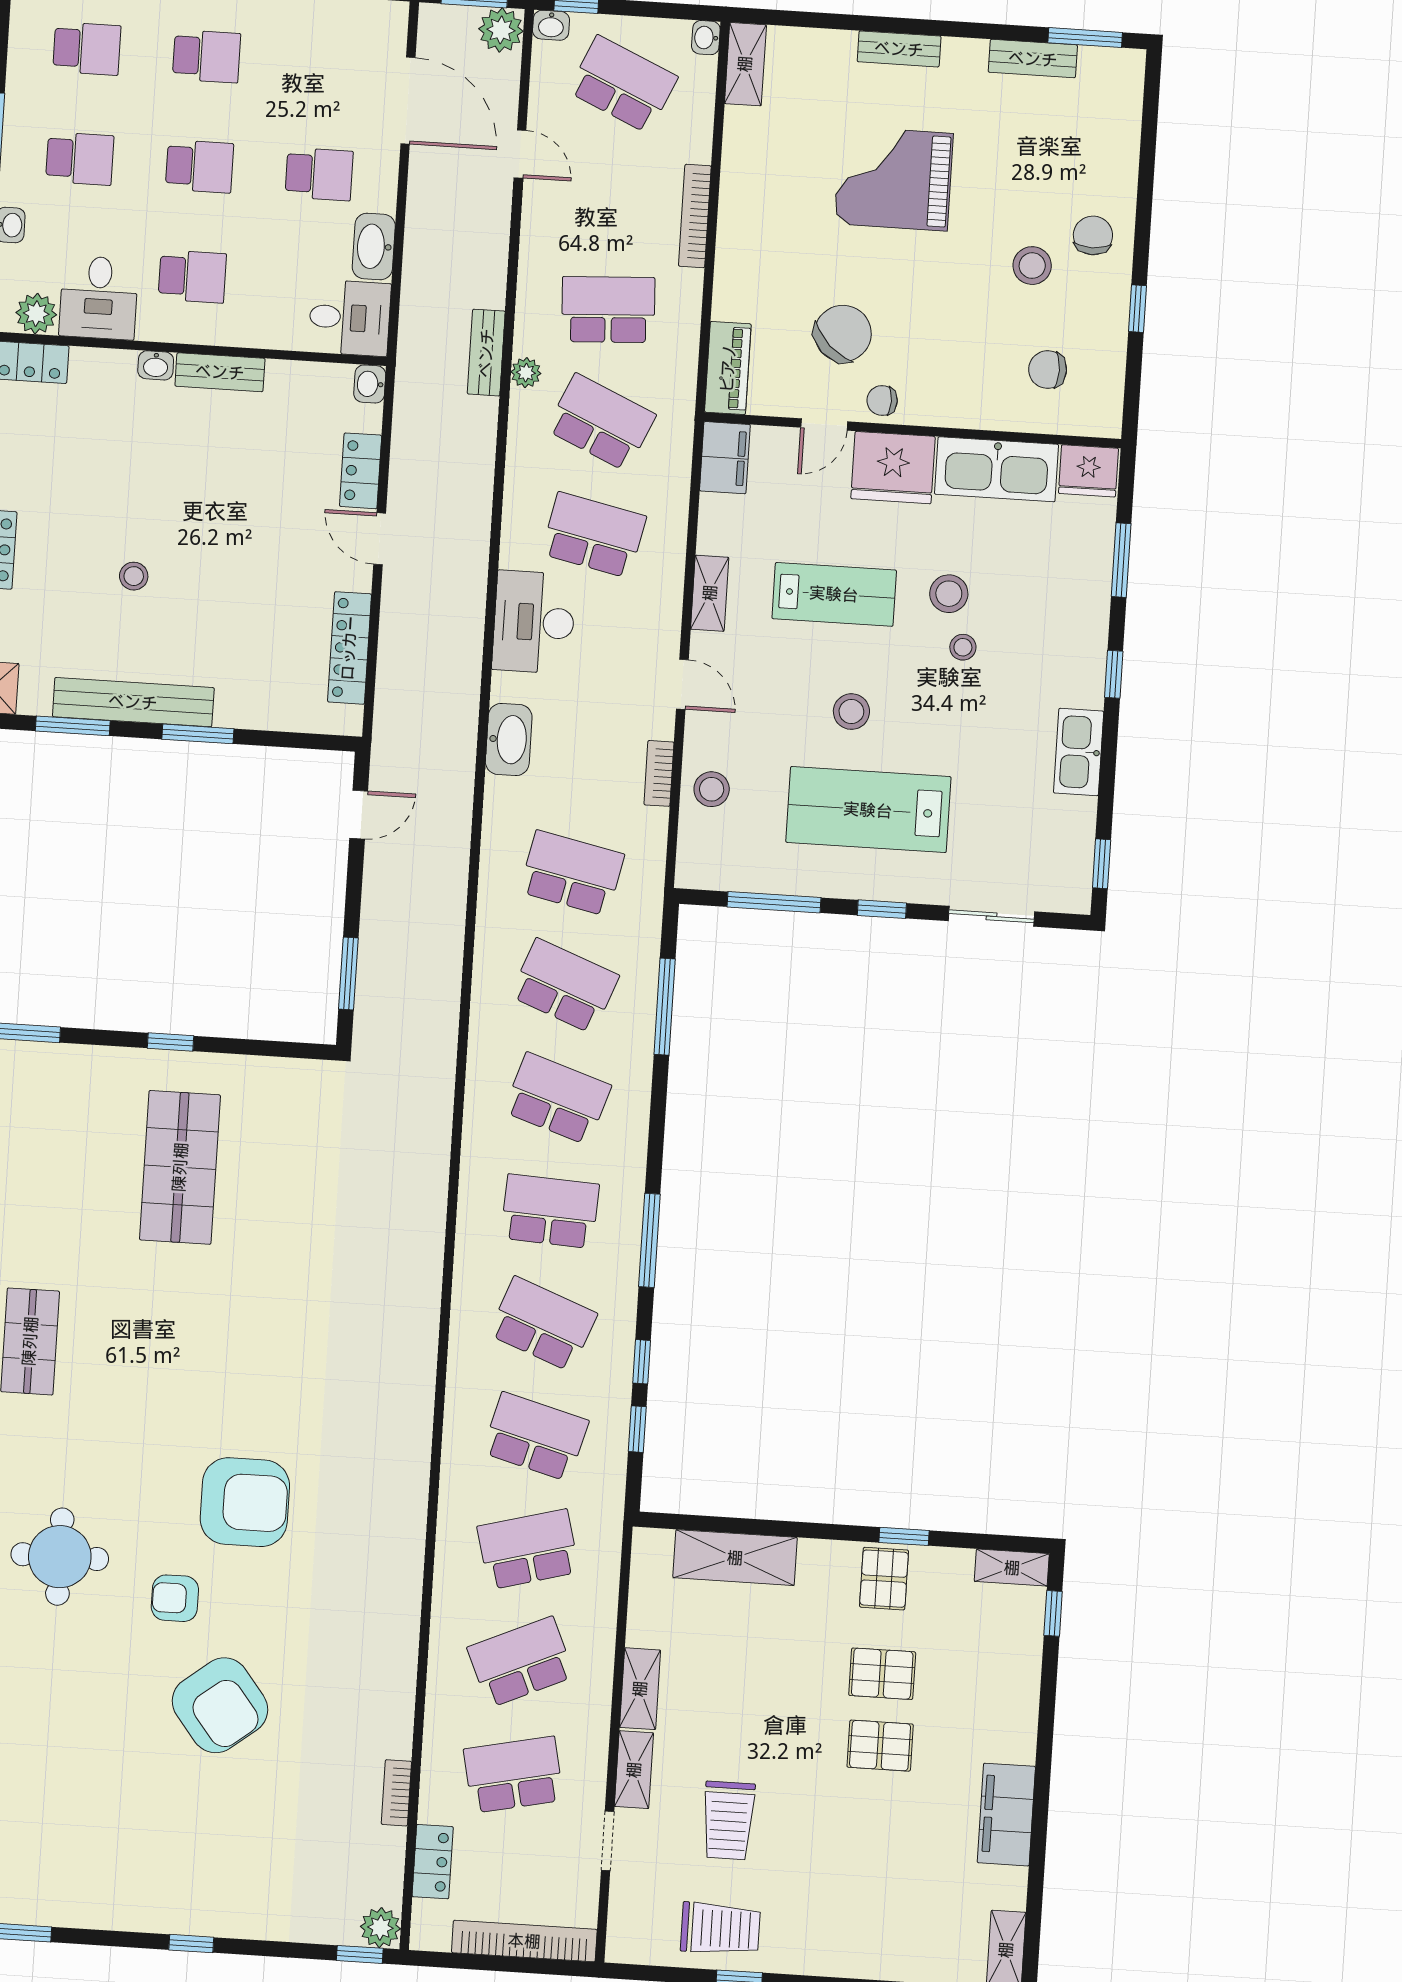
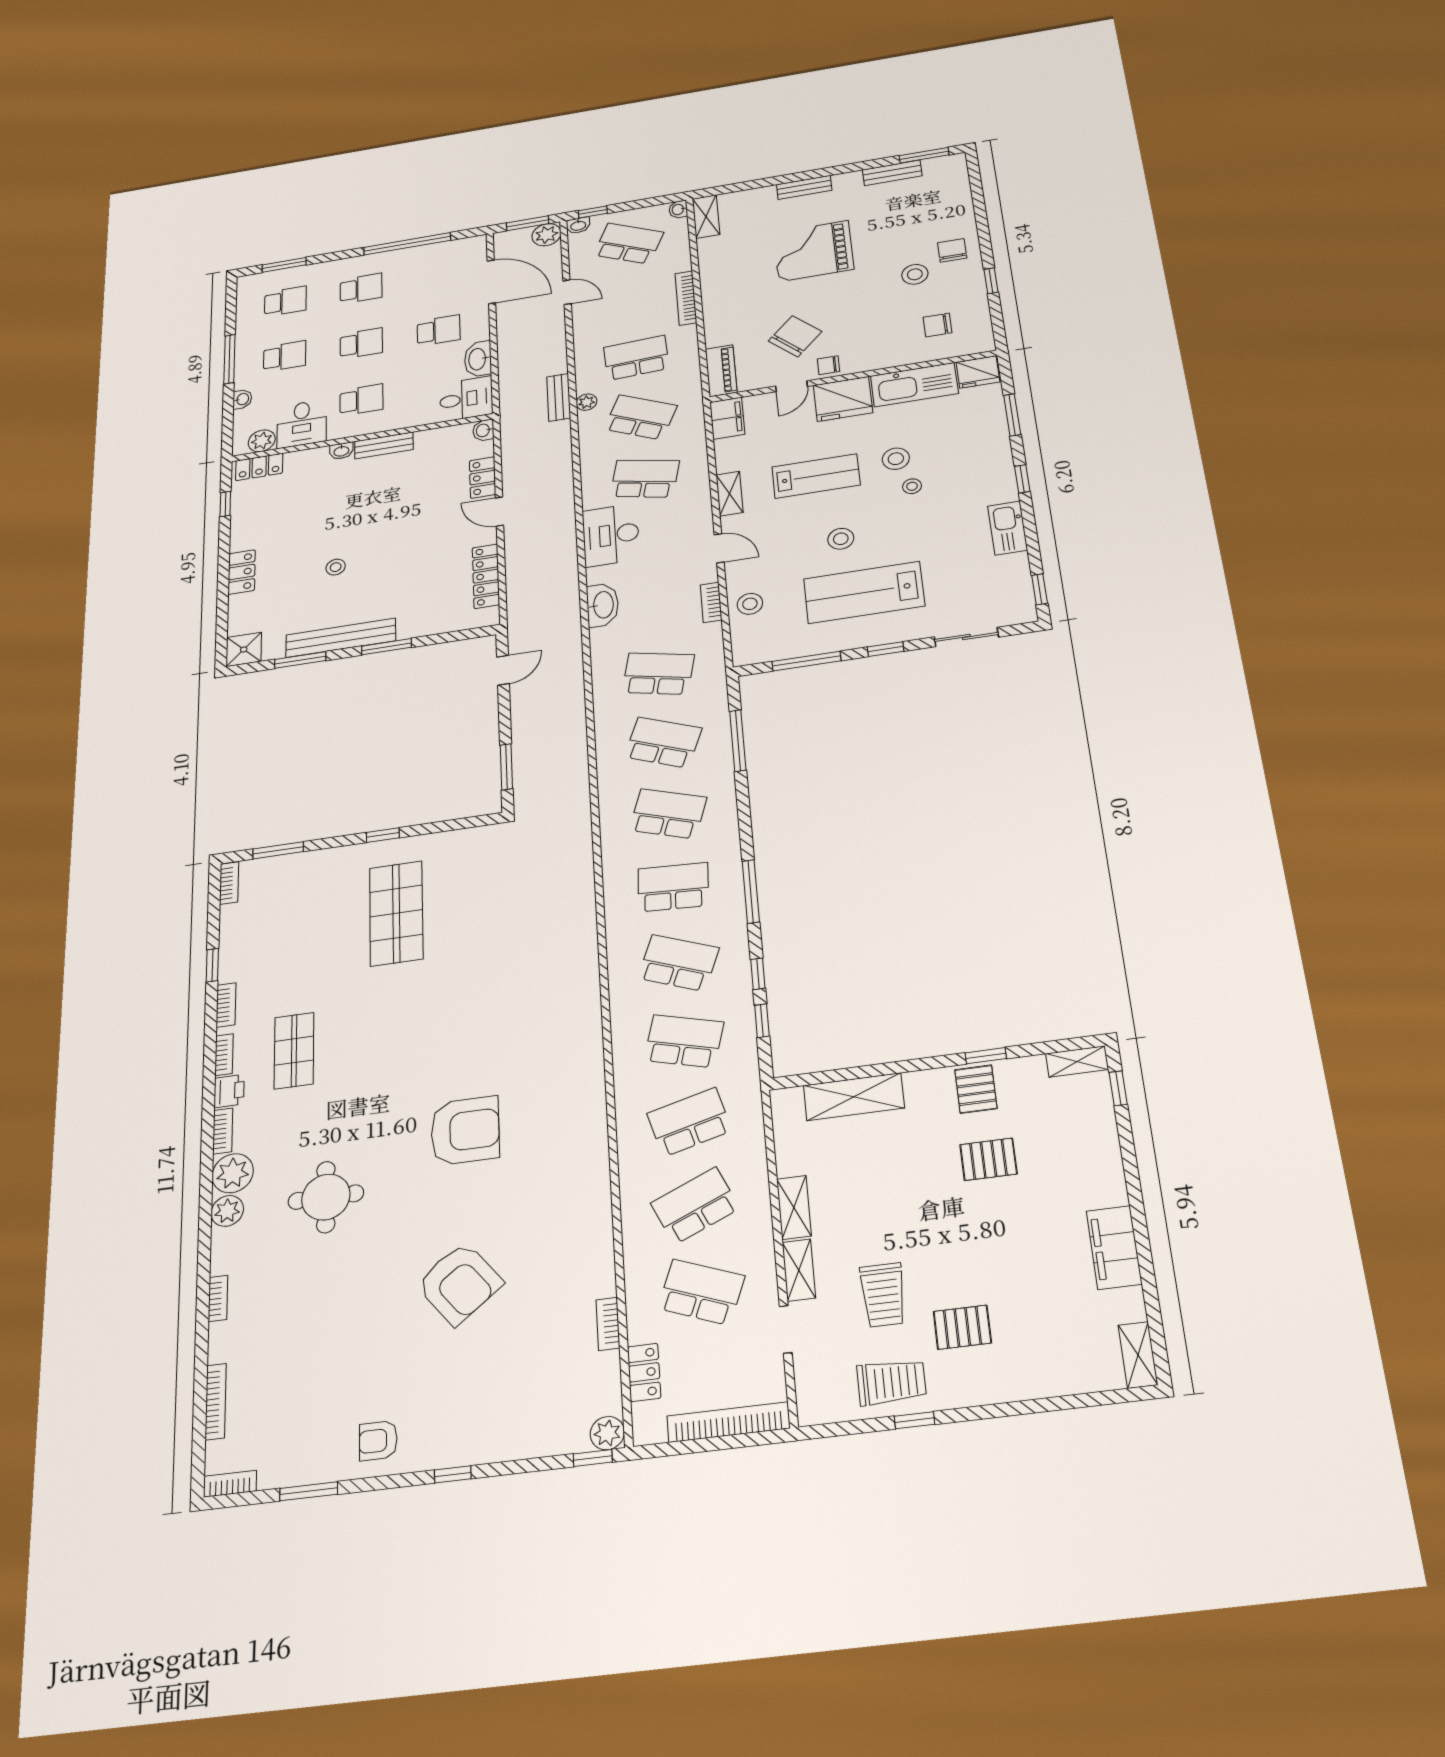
armchair: (175, 1598) -> (378, 1441), moved
pallet: (880, 1746) -> (962, 1327), moved
school desk: (514, 1775) -> (701, 1292), turned 33

